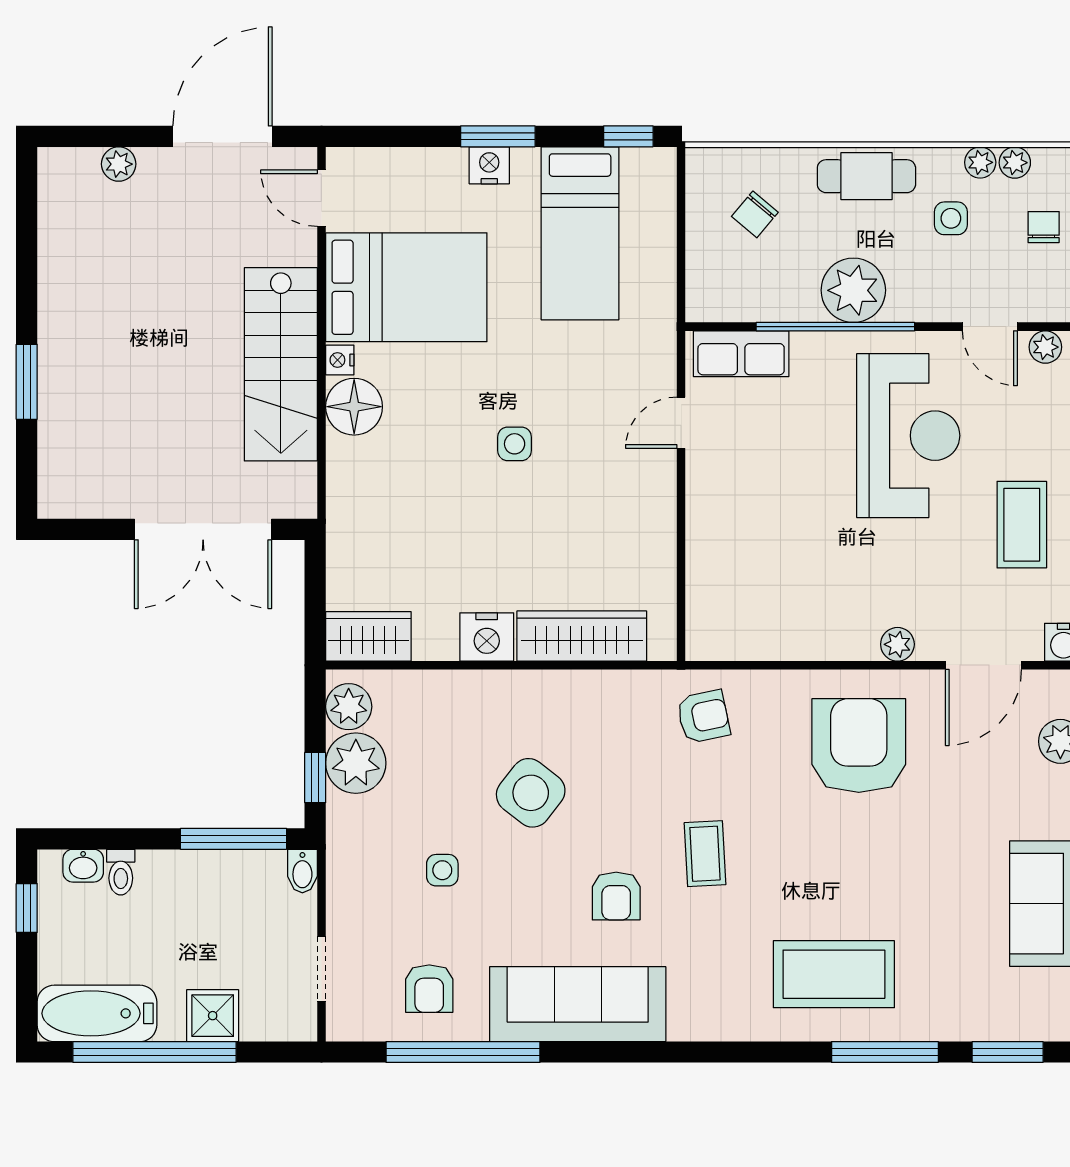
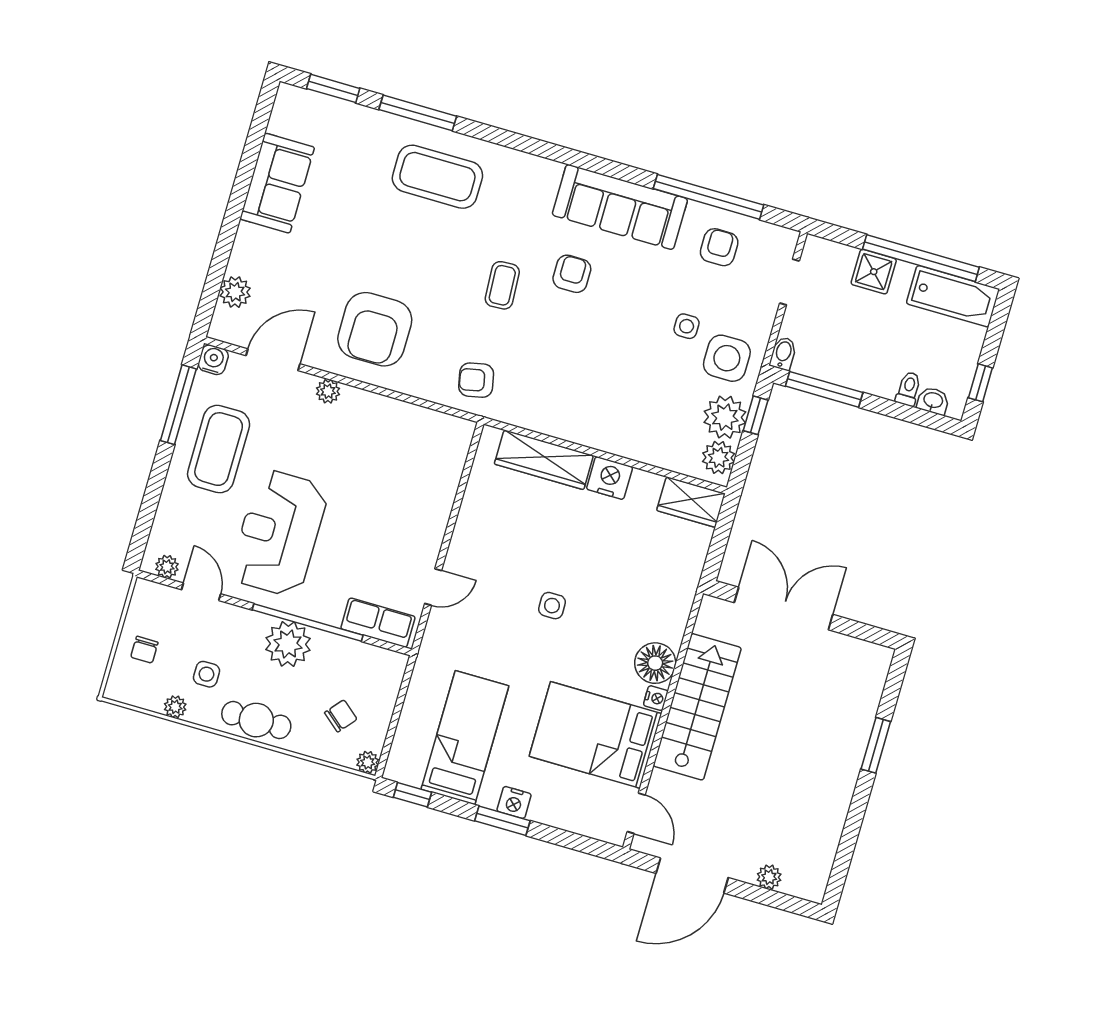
plant: (1015, 163) -> (368, 762), moved
coffee table: (1022, 525) -> (219, 449), width x1.36, depth x1.32
side table: (531, 793) -> (727, 358), moved, turned -38

